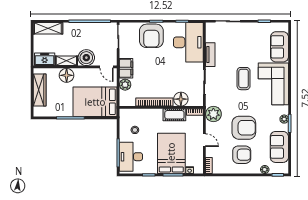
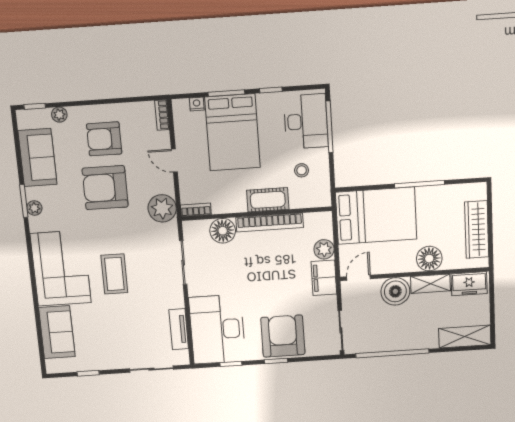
tv unit: (210, 55) -> (179, 329), moved
door: (107, 67) -> (359, 278), hinge flipped
cot: (174, 115) -> (268, 200), moved

